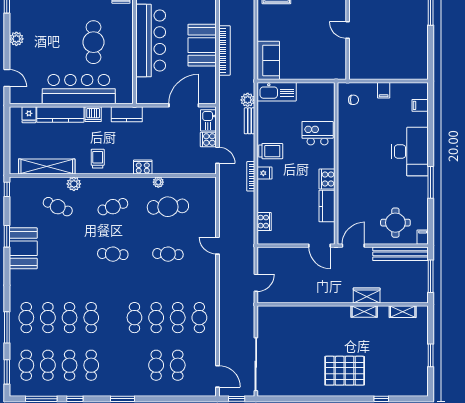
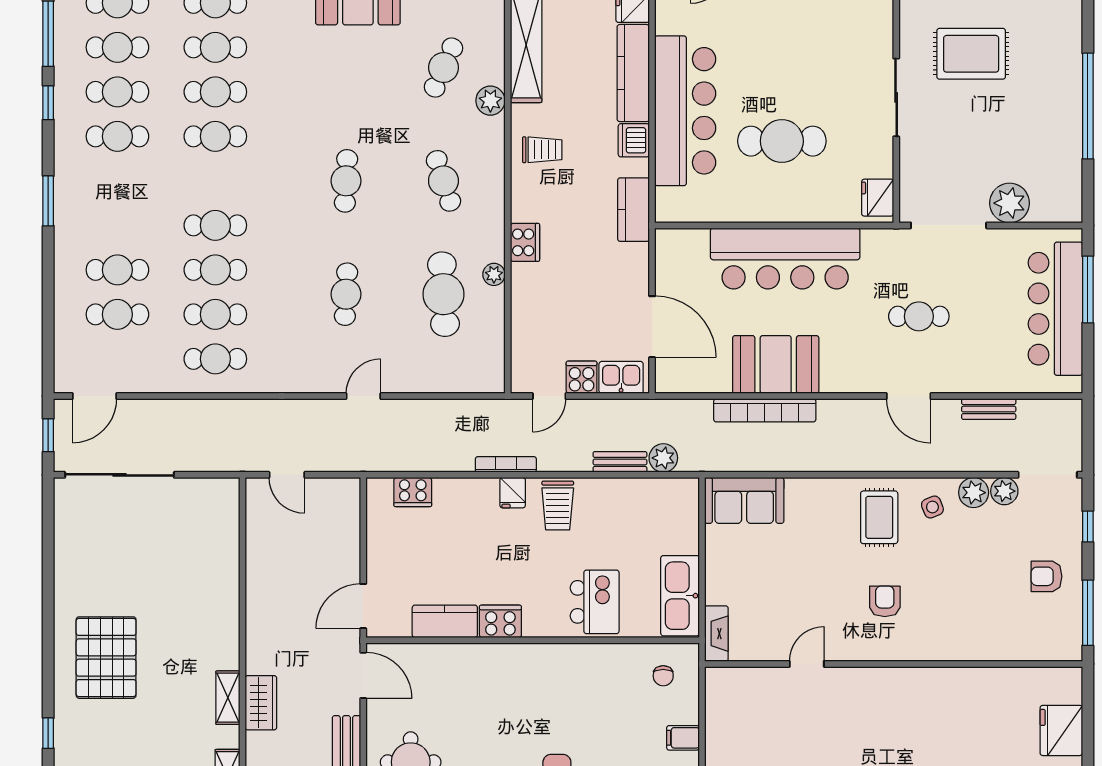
fireplace: (333, 74) -> (716, 634), added
kitchen sink: (277, 92) -> (680, 596), moved

